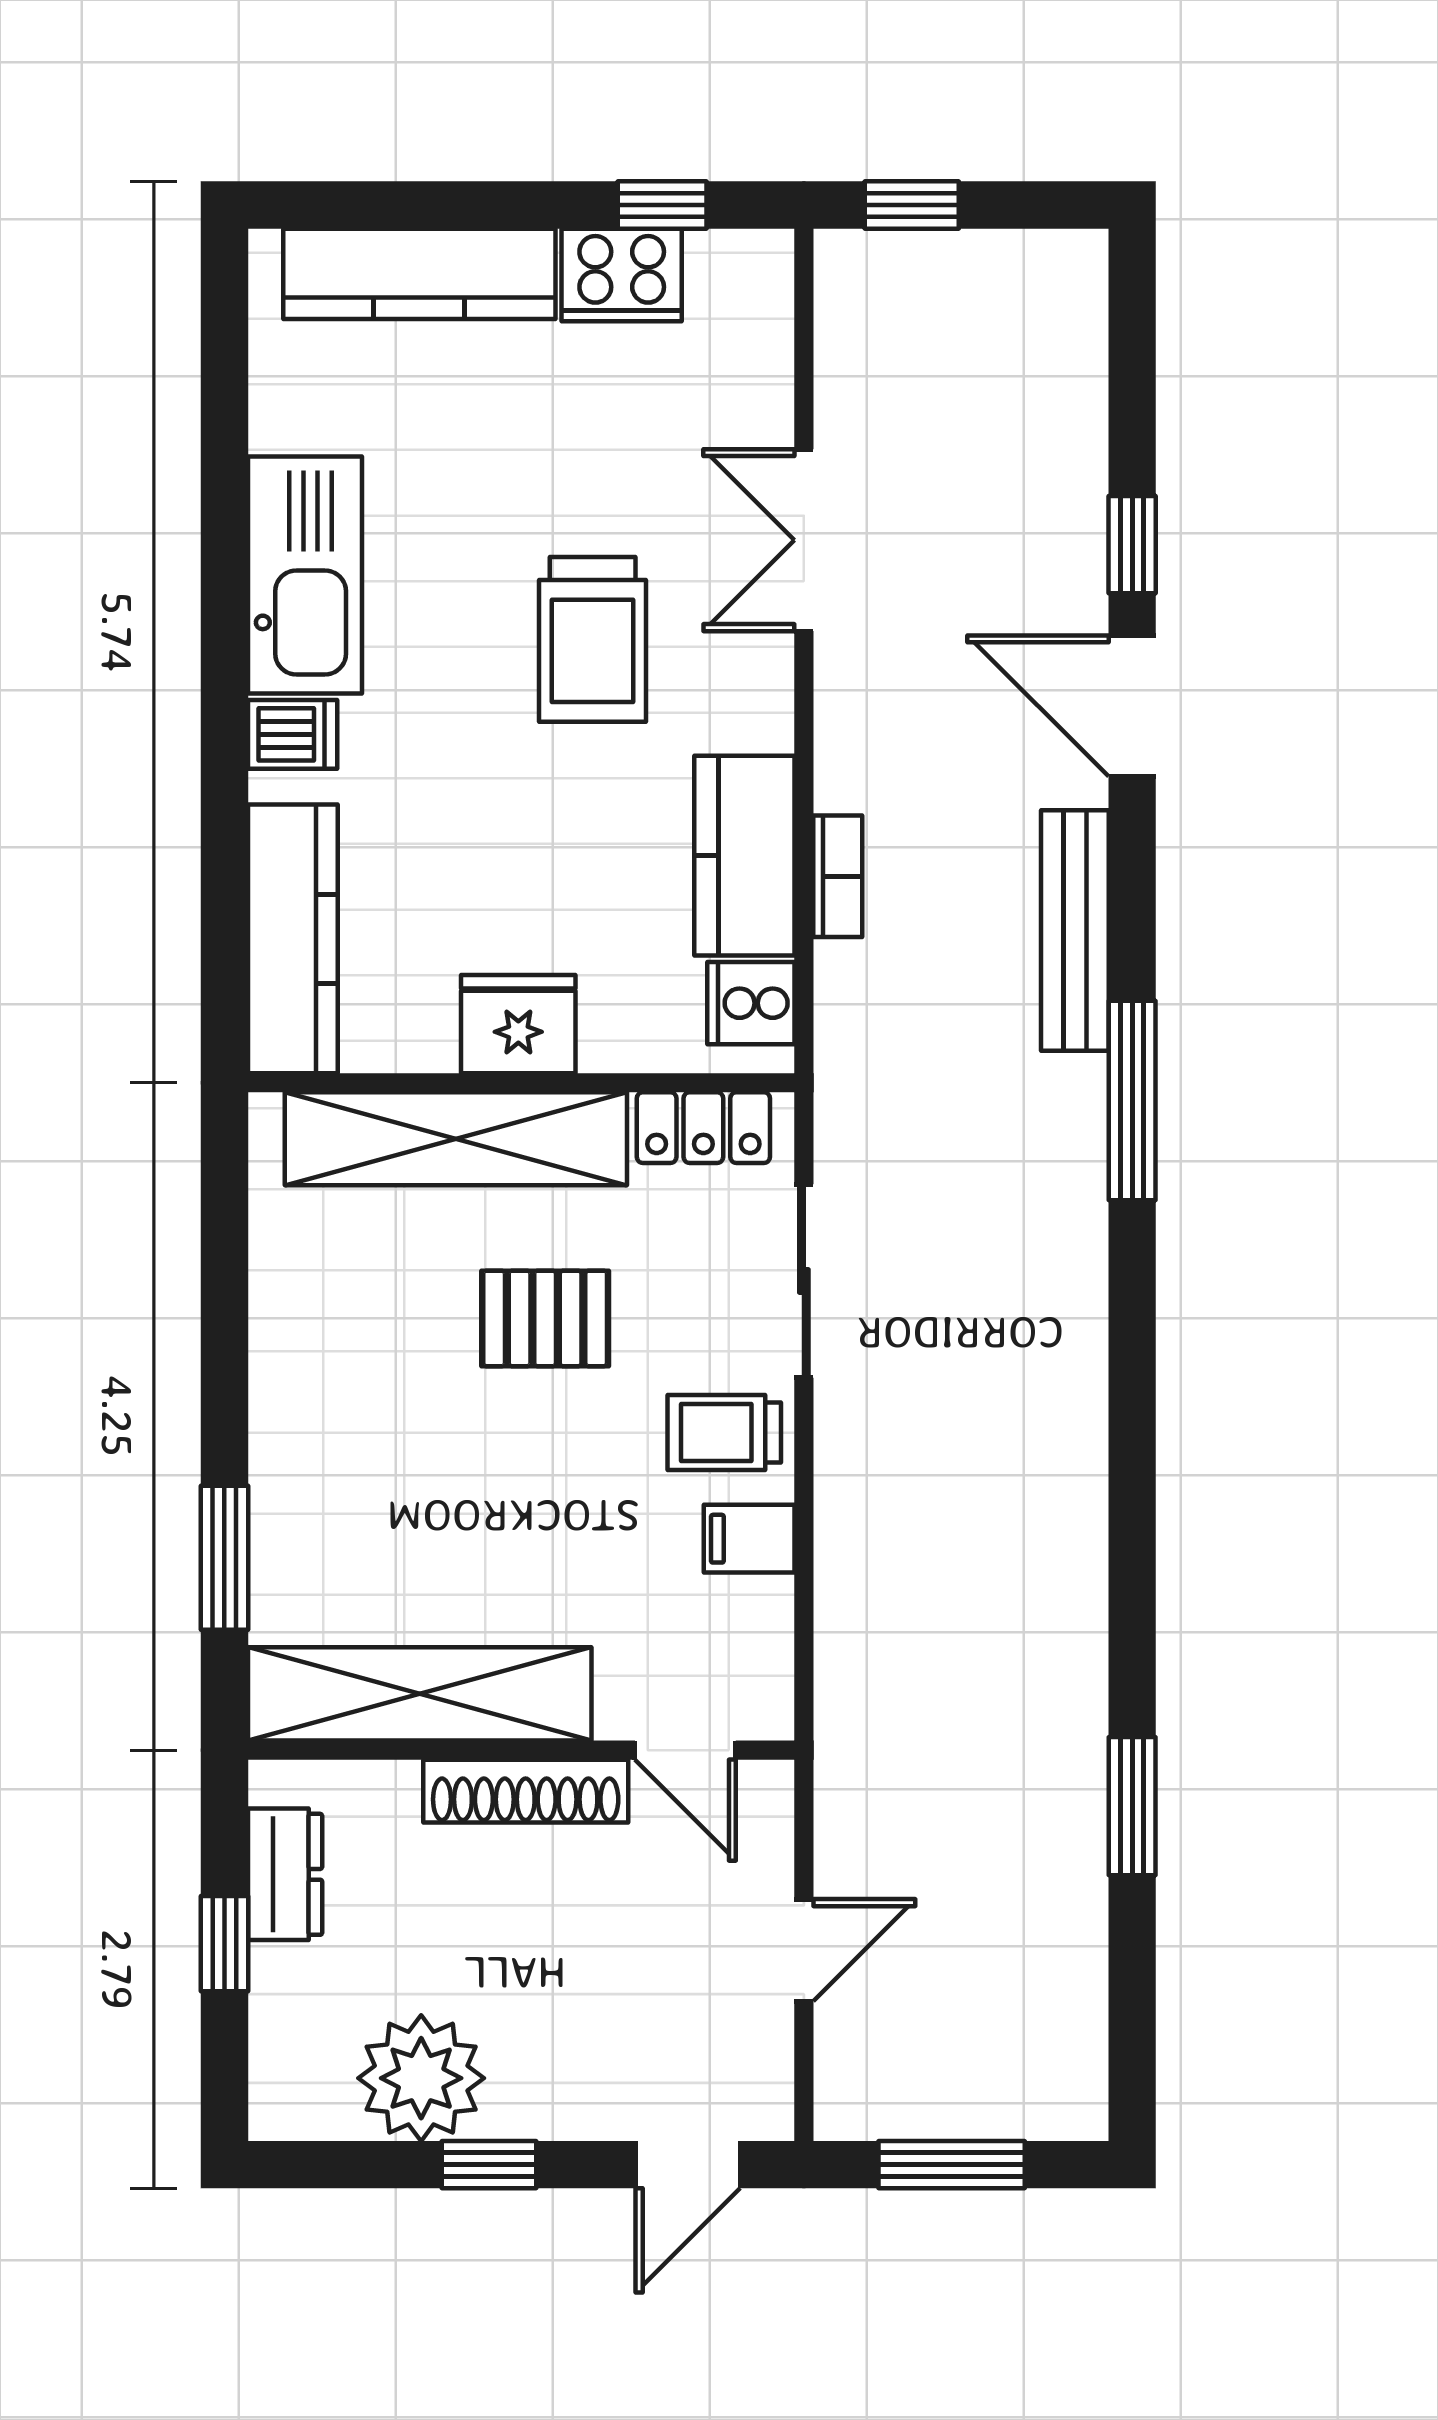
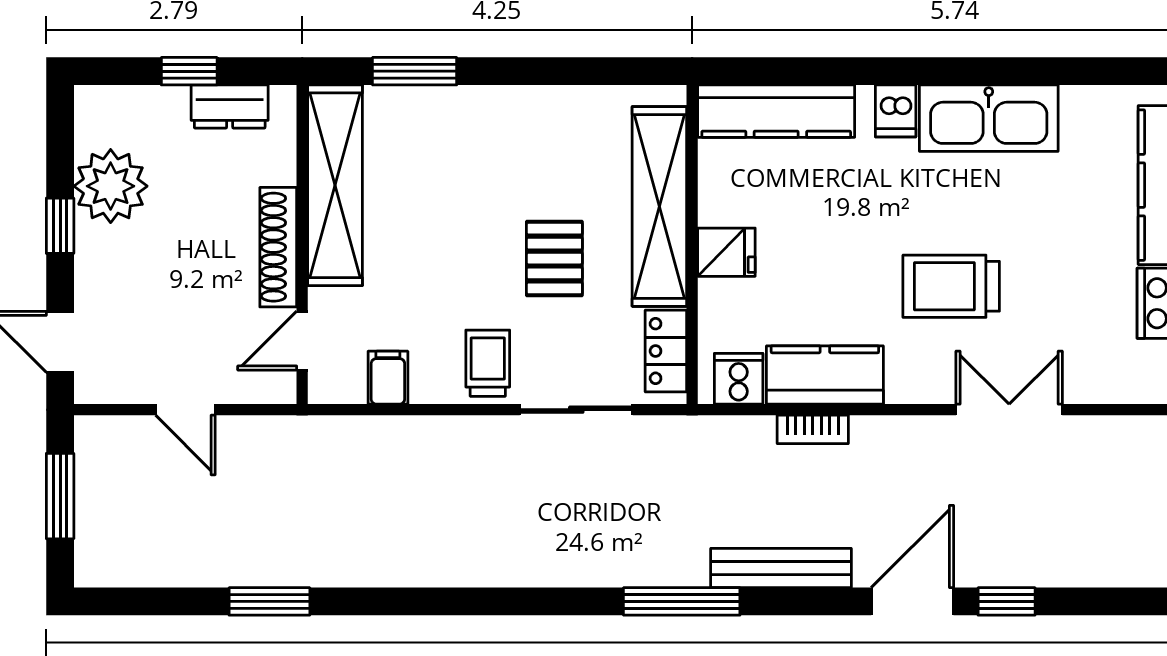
fridge: (518, 1024) -> (726, 252), width x0.72
filing cabinet: (749, 1539) -> (388, 378), moved

